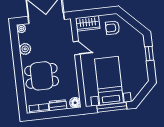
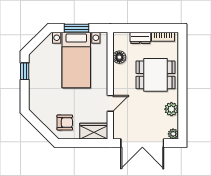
door: (77, 48) -> (110, 103), swing flipped
window: (149, 53) -> (25, 71), moved
floor lamp: (75, 103) -> (119, 57), moved
window: (112, 107) -> (76, 28), width x0.69

